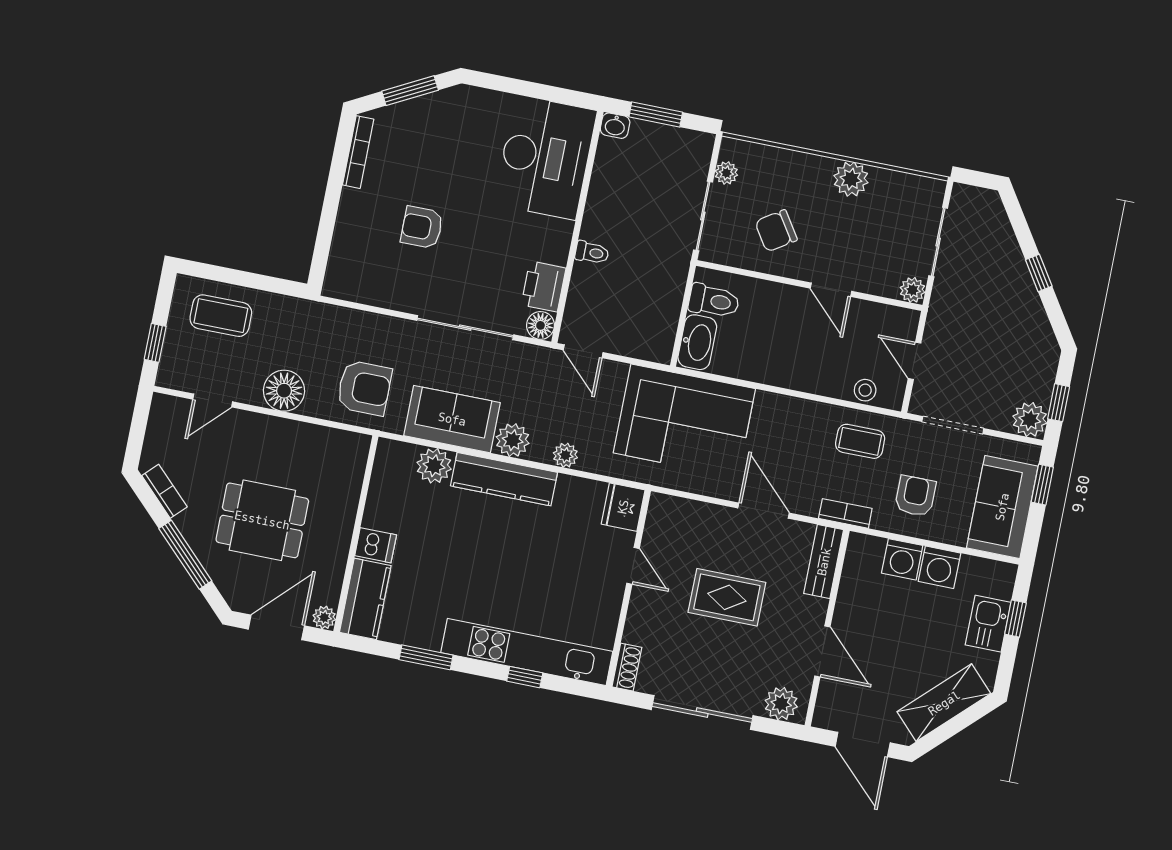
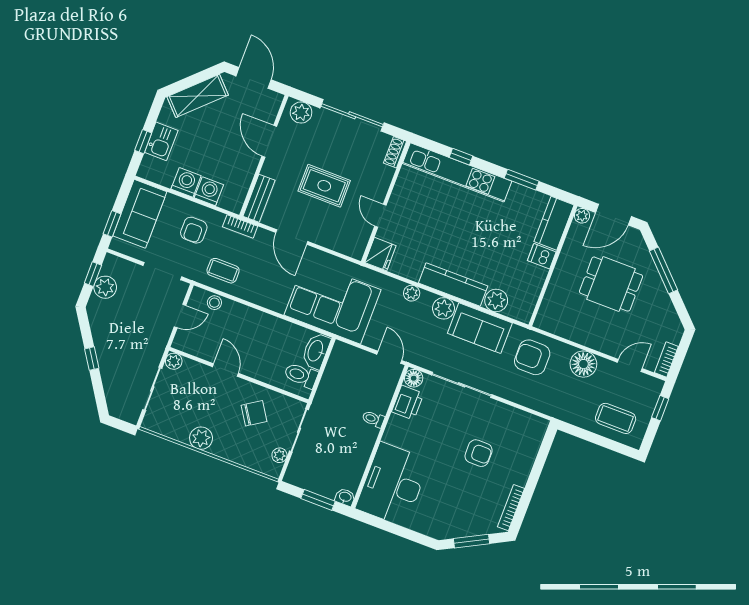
door: (914, 361) -> (180, 316), hinge flipped
plant: (1030, 420) -> (105, 287), moved
bookcase: (164, 491) -> (666, 360), moved, turned 45

